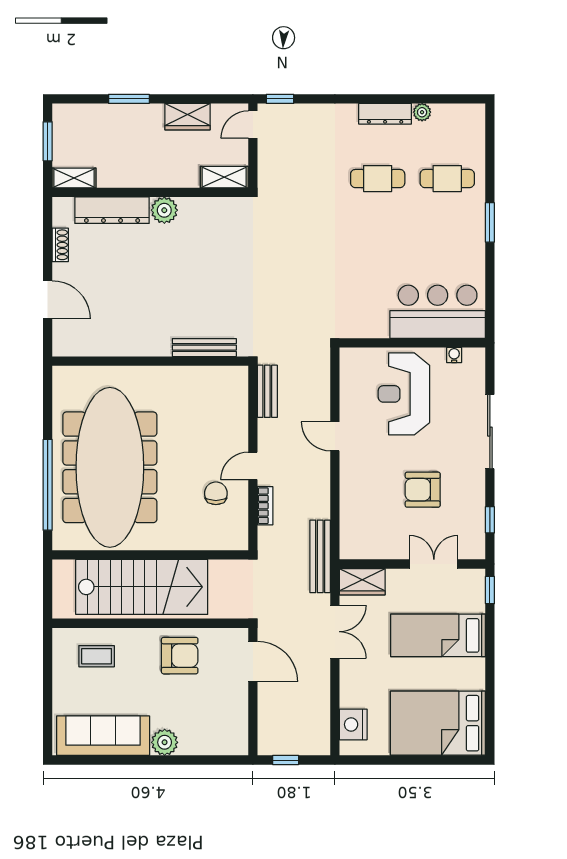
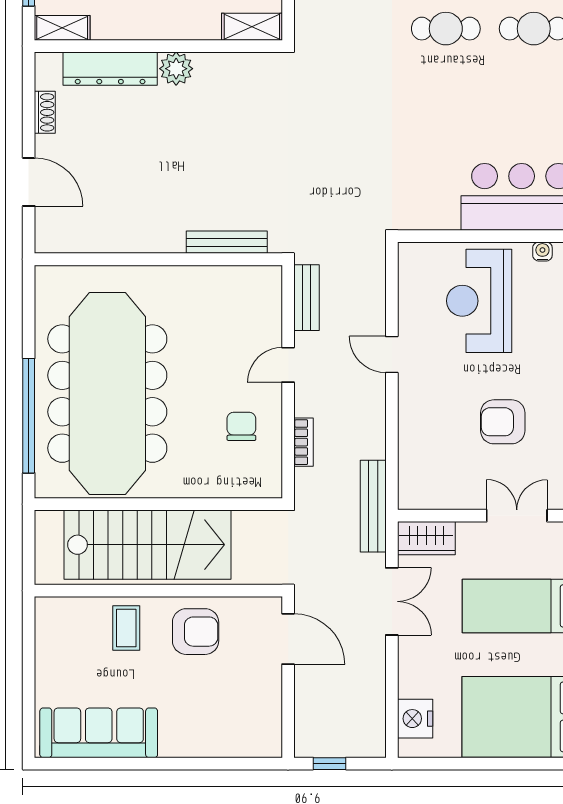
door: (253, 466) -> (288, 365), moved
coffee table: (97, 656) -> (126, 628), moved, turned 90
plant: (165, 742) -> (177, 741), removed

